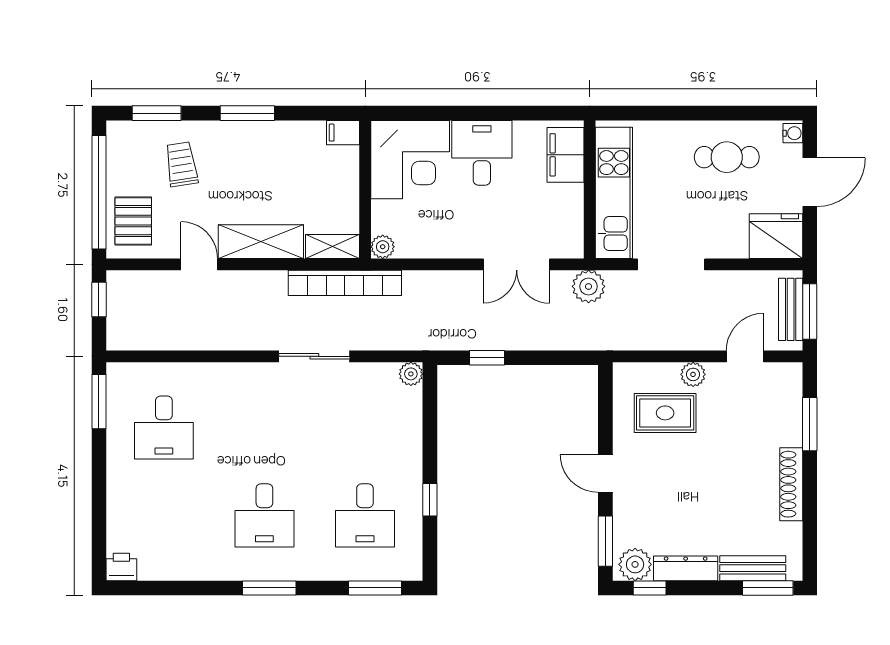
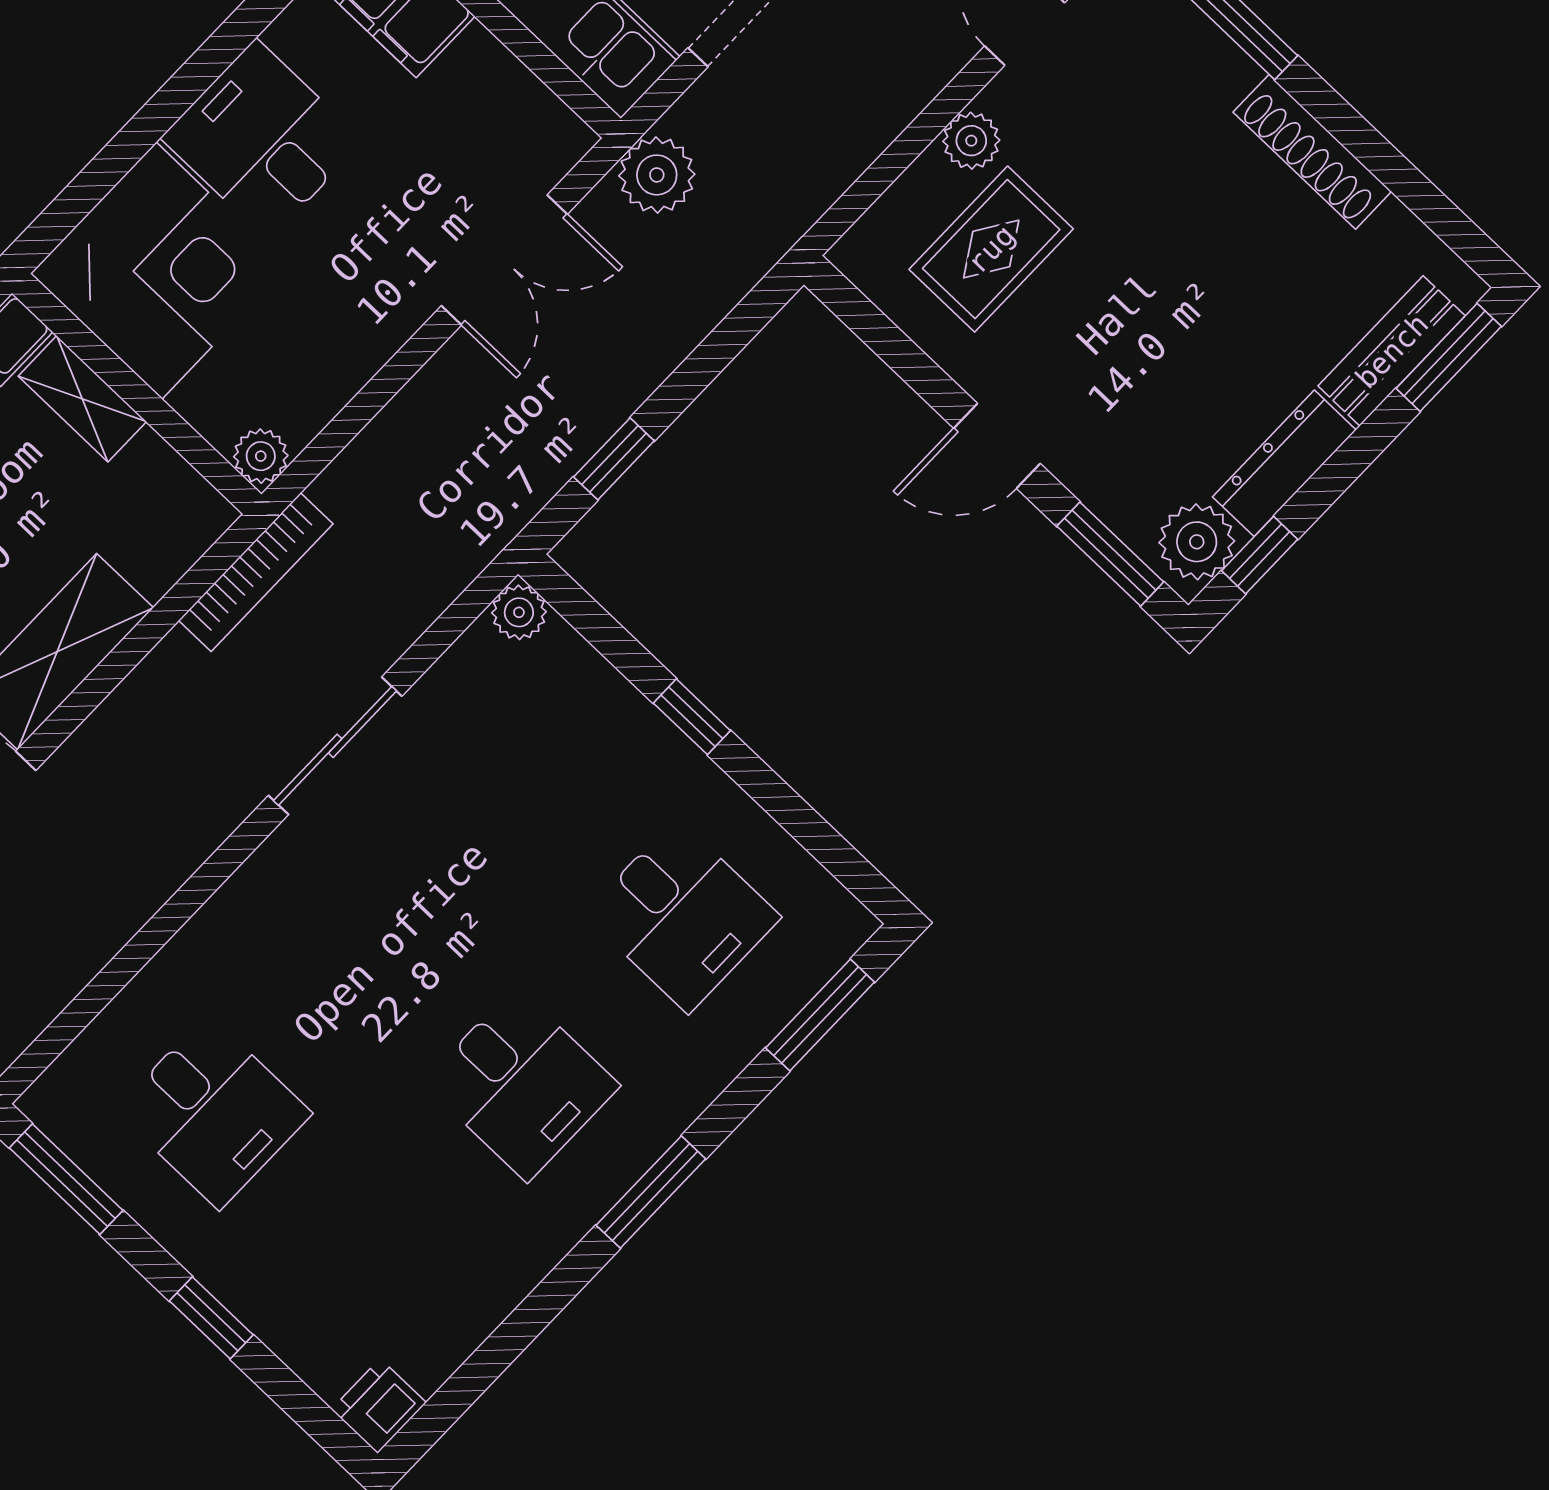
shelving: (333, 246) -> (82, 399), moved, turned 90
bookcase: (345, 283) -> (256, 572), width x0.68, depth x0.76
window: (99, 488) -> (211, 1318), added
window: (430, 500) -> (692, 717), moved

